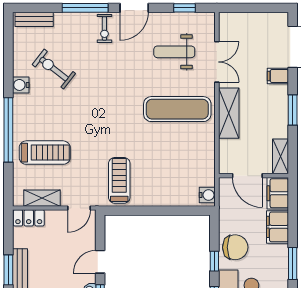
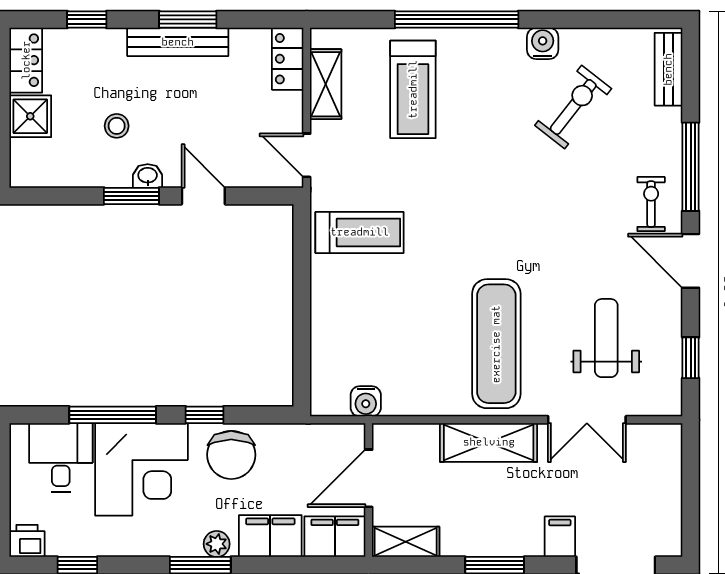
exercise bike: (104, 28) -> (651, 204), turned 90
water cooler: (207, 195) -> (366, 401), moved
plant: (282, 255) -> (217, 544), added

